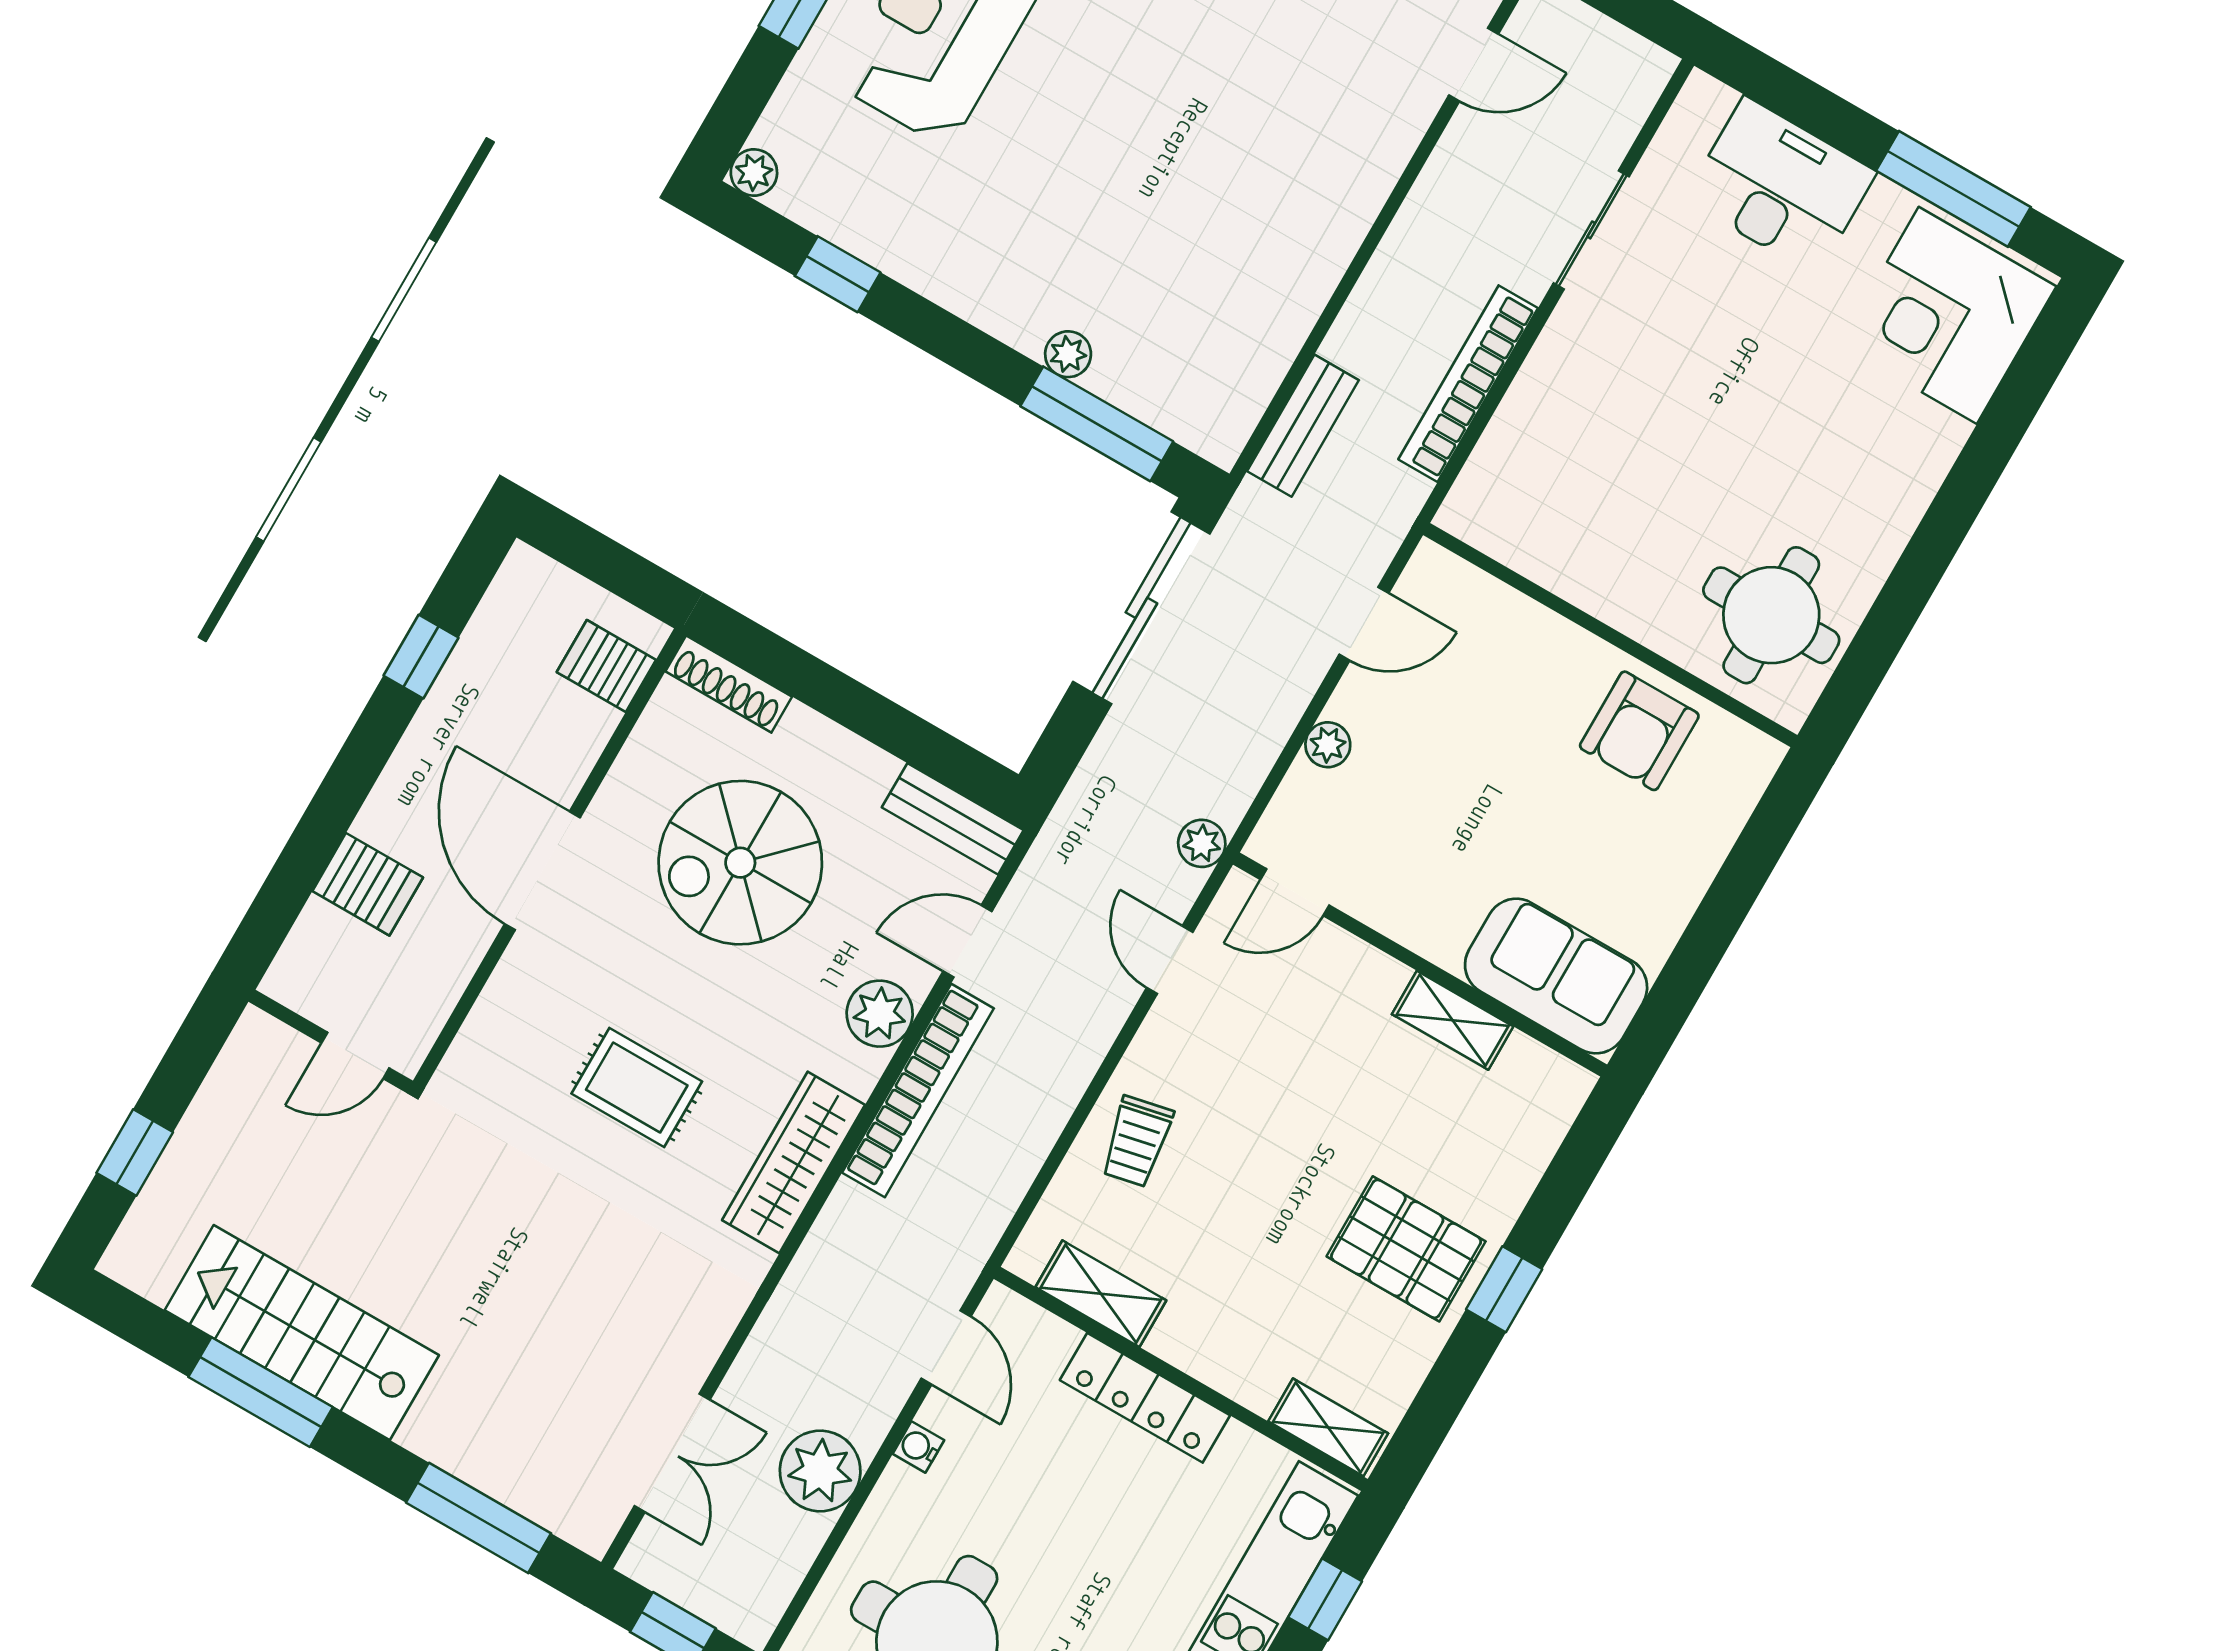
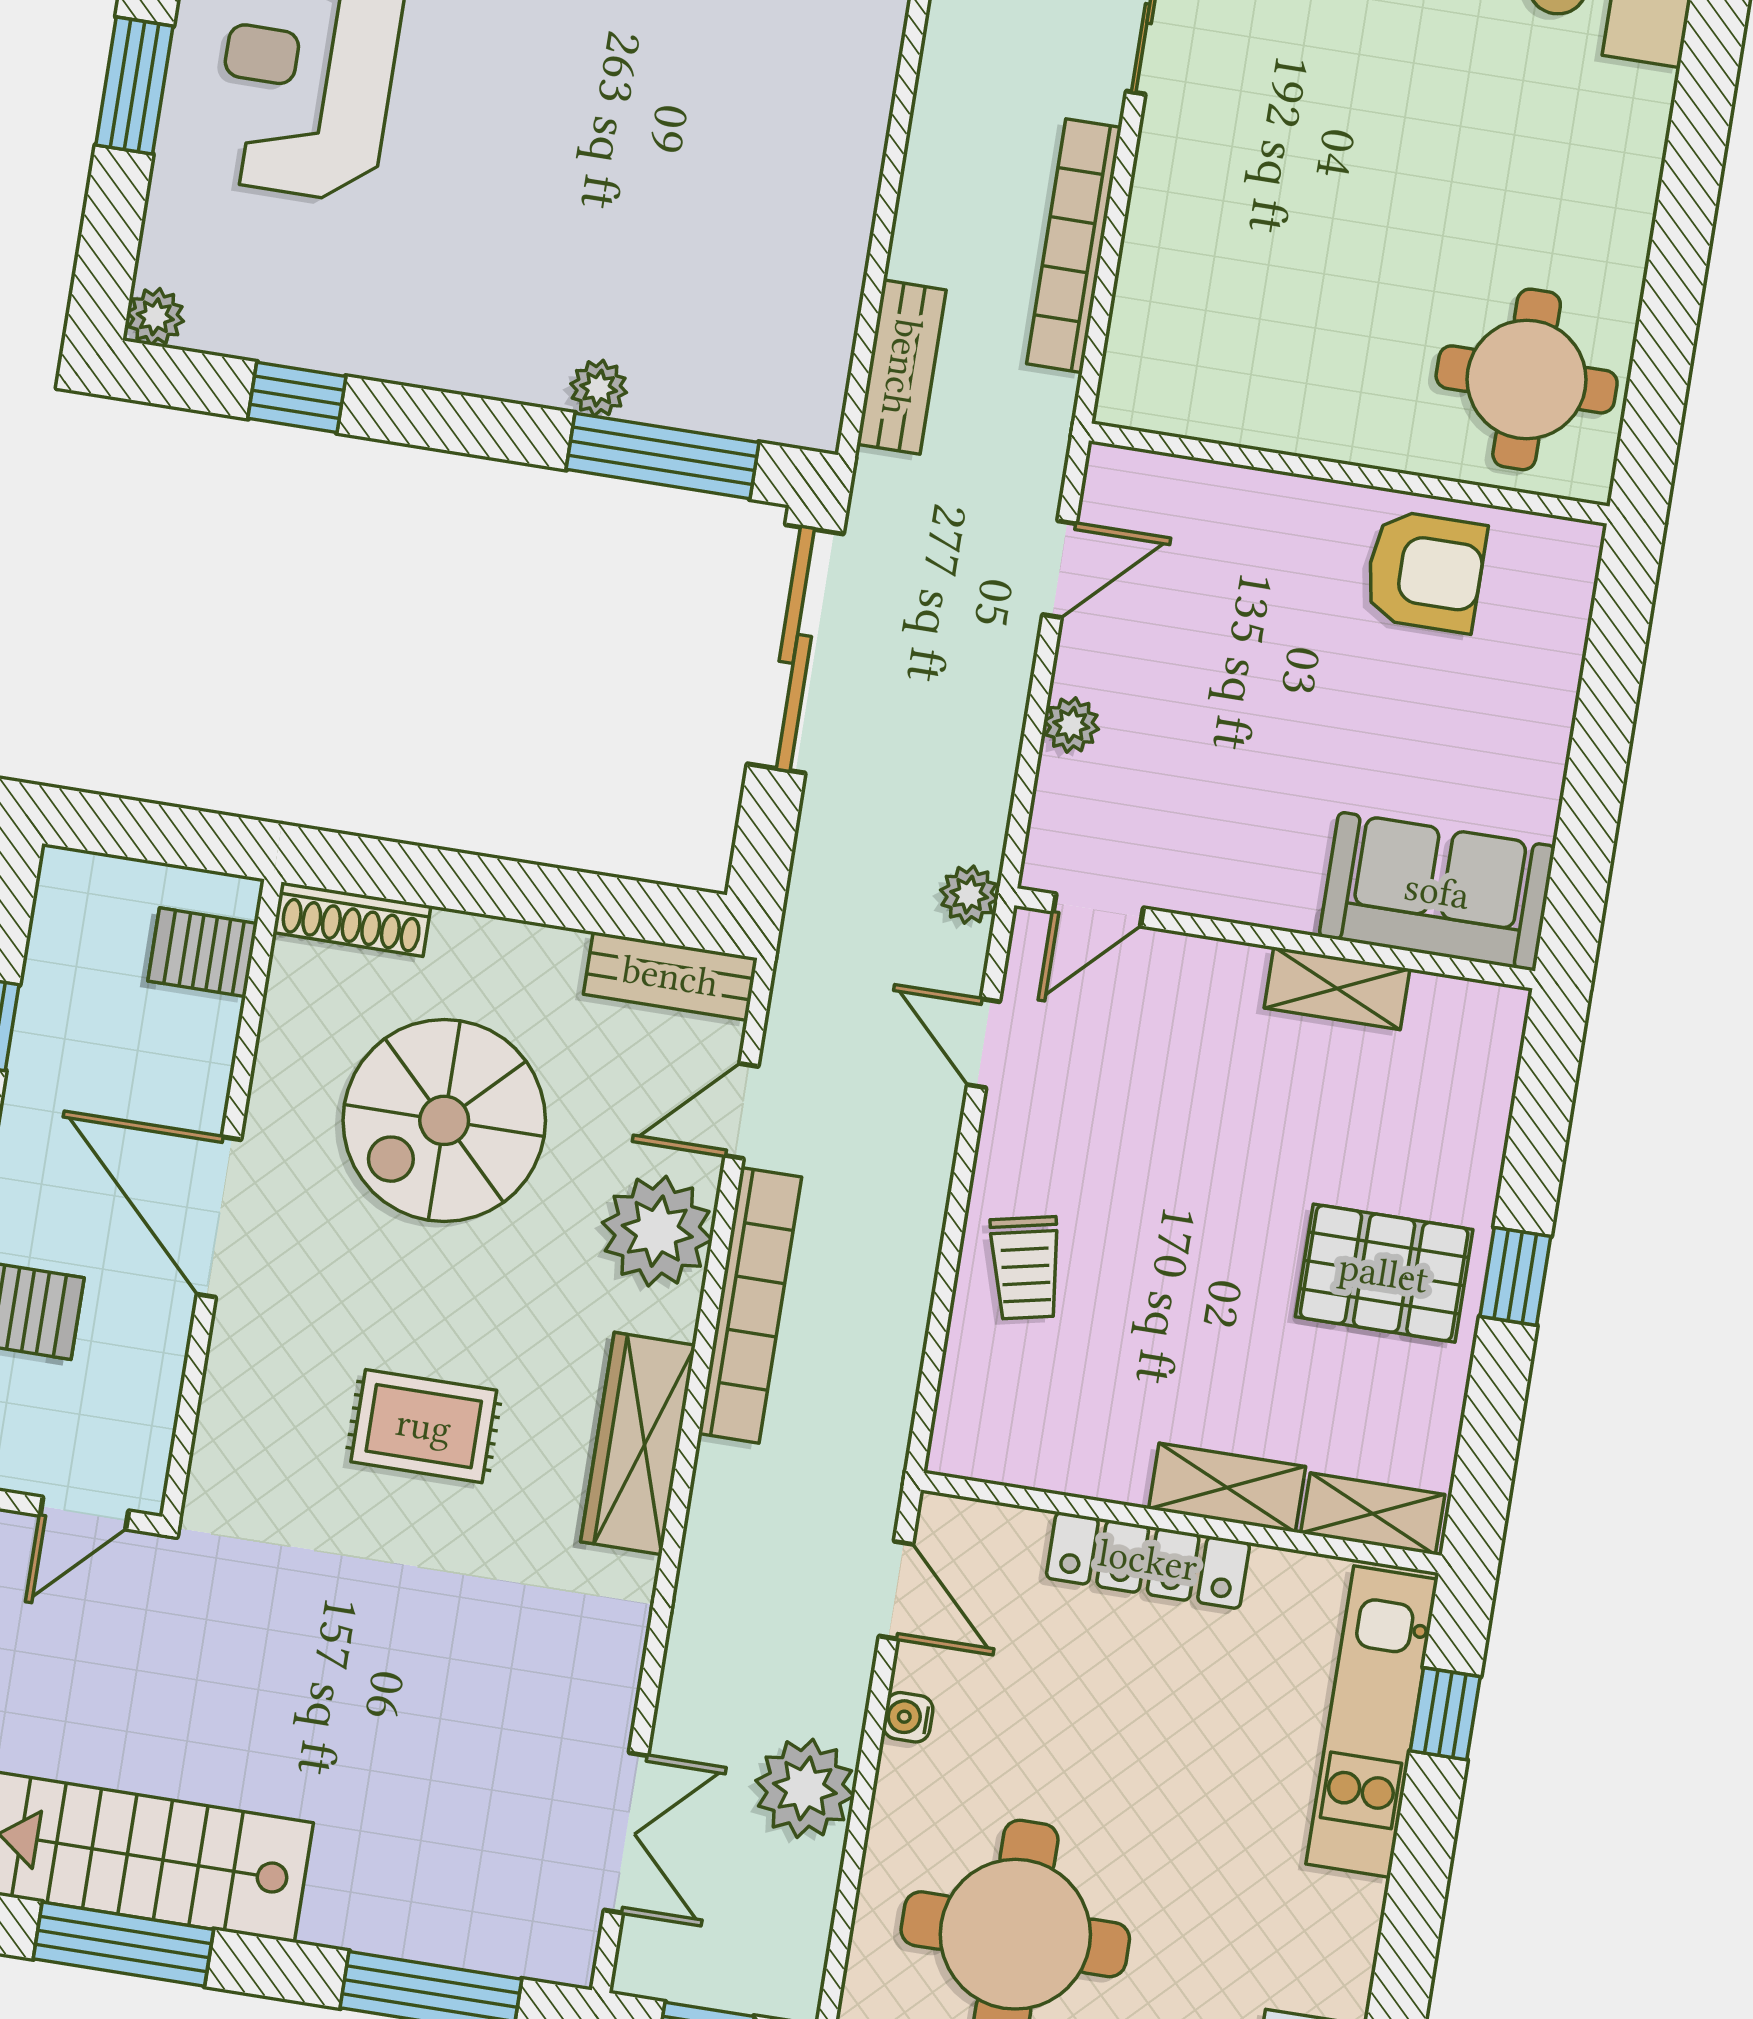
armchair: (1639, 731) -> (1425, 571), turned -90
plant: (880, 1014) -> (657, 1231), width x1.36, depth x1.36
shelving: (1101, 1294) -> (1227, 1488), moved

